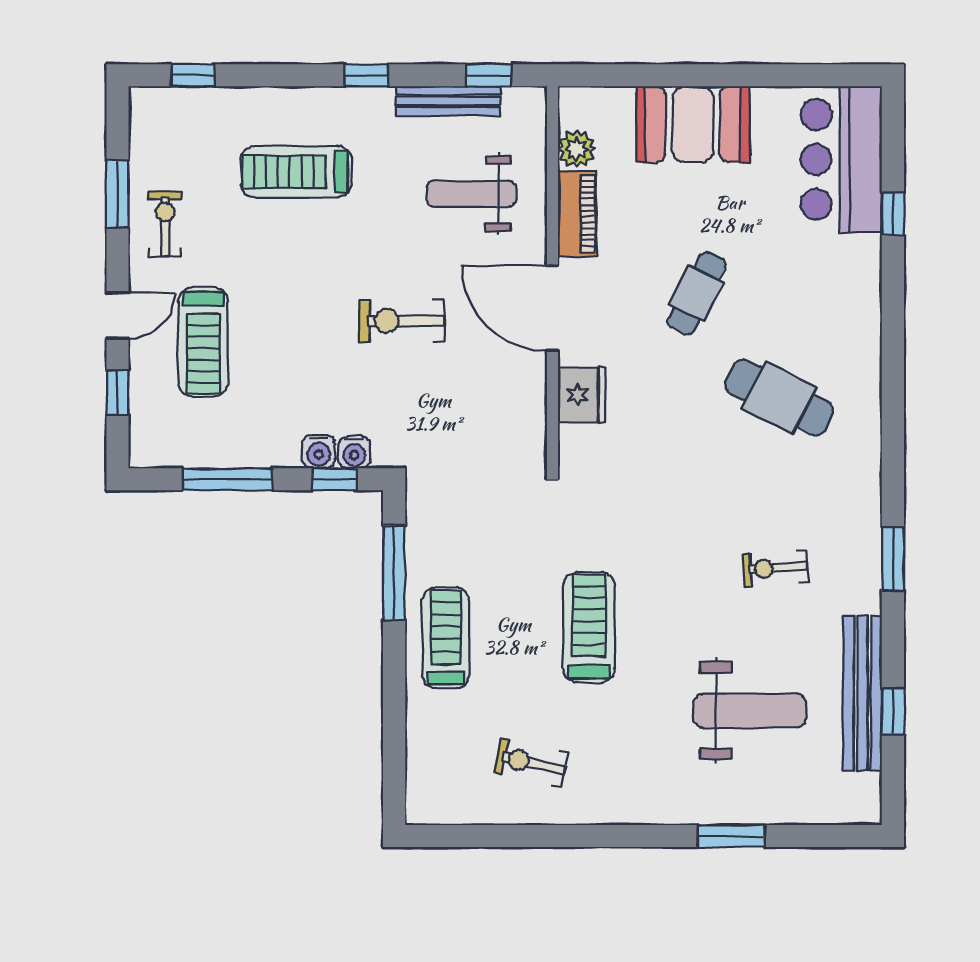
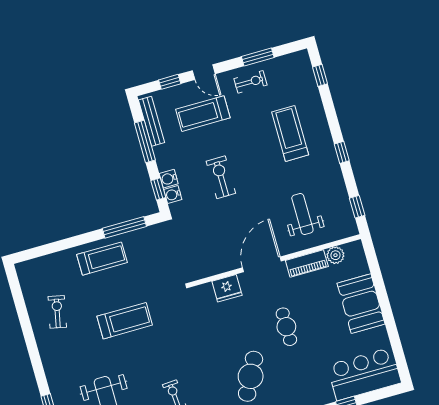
bench: (448, 101) -> (151, 121), moved
cafe table: (697, 294) -> (286, 327), turned 63
exercise bike: (402, 321) -> (221, 177), moved

